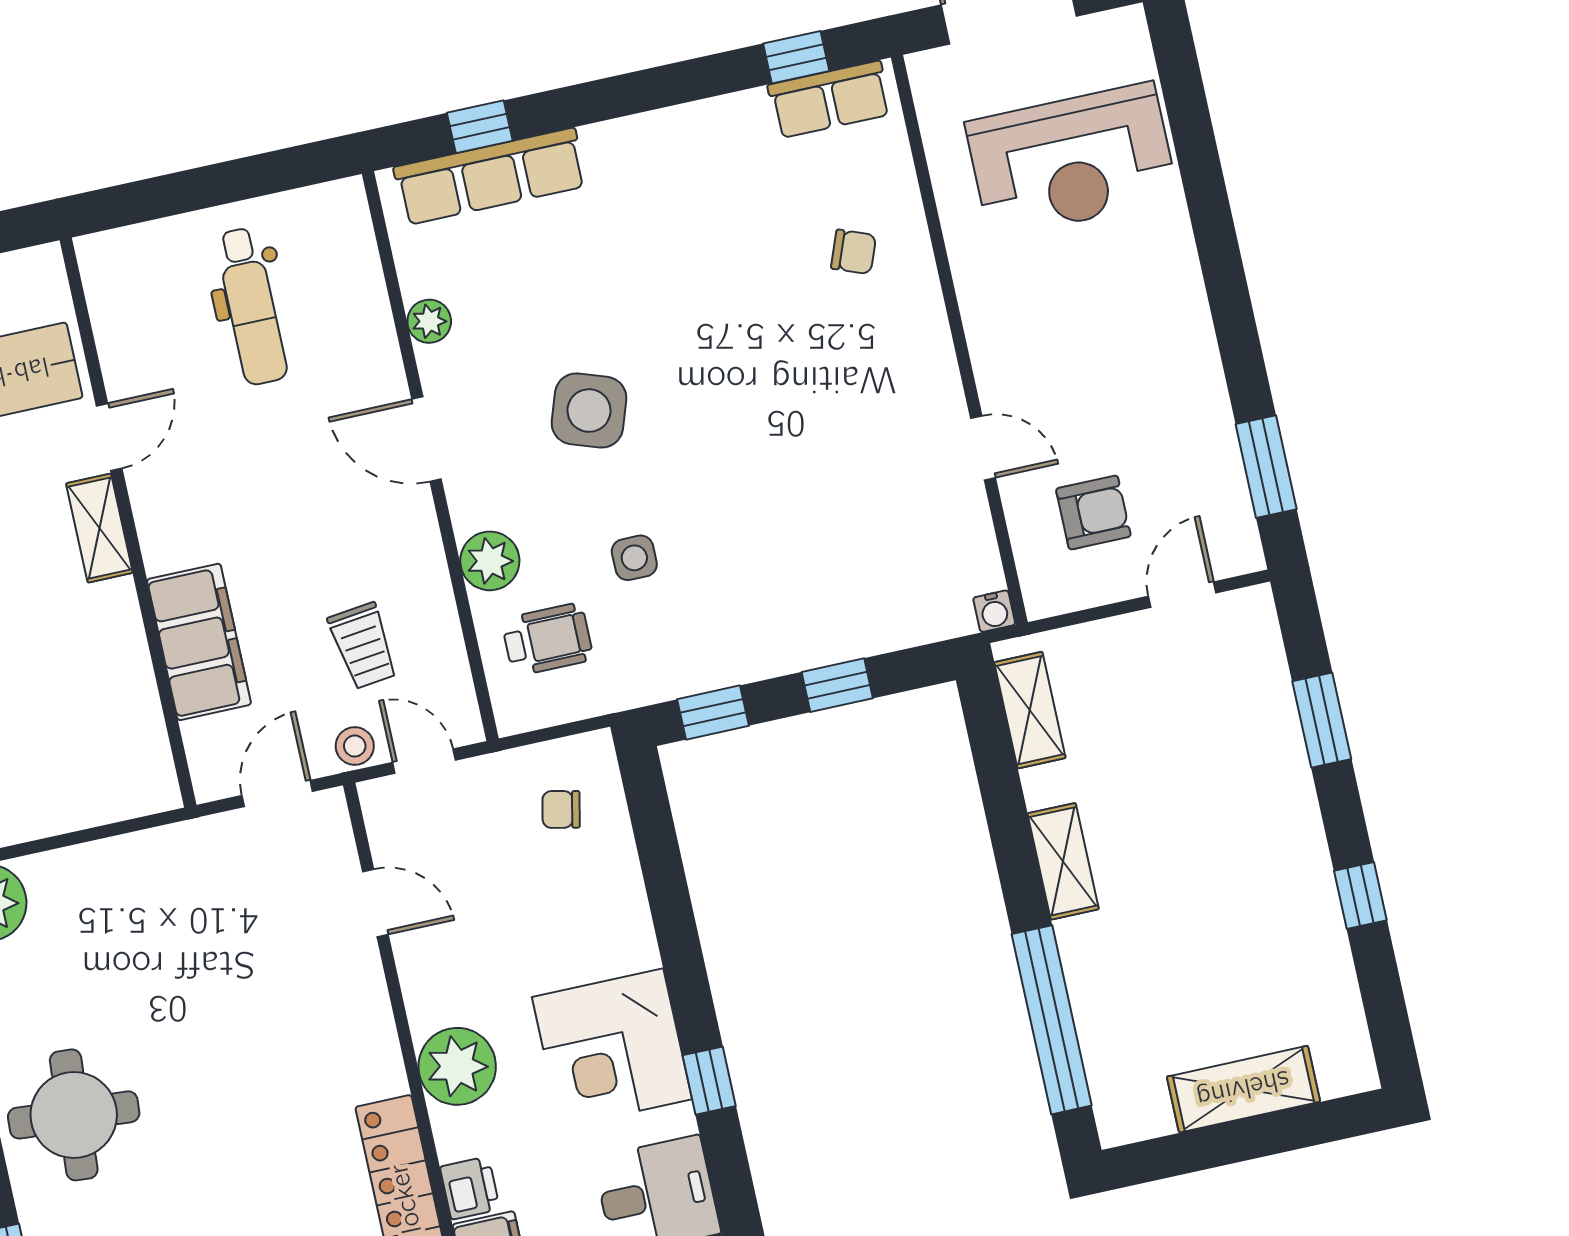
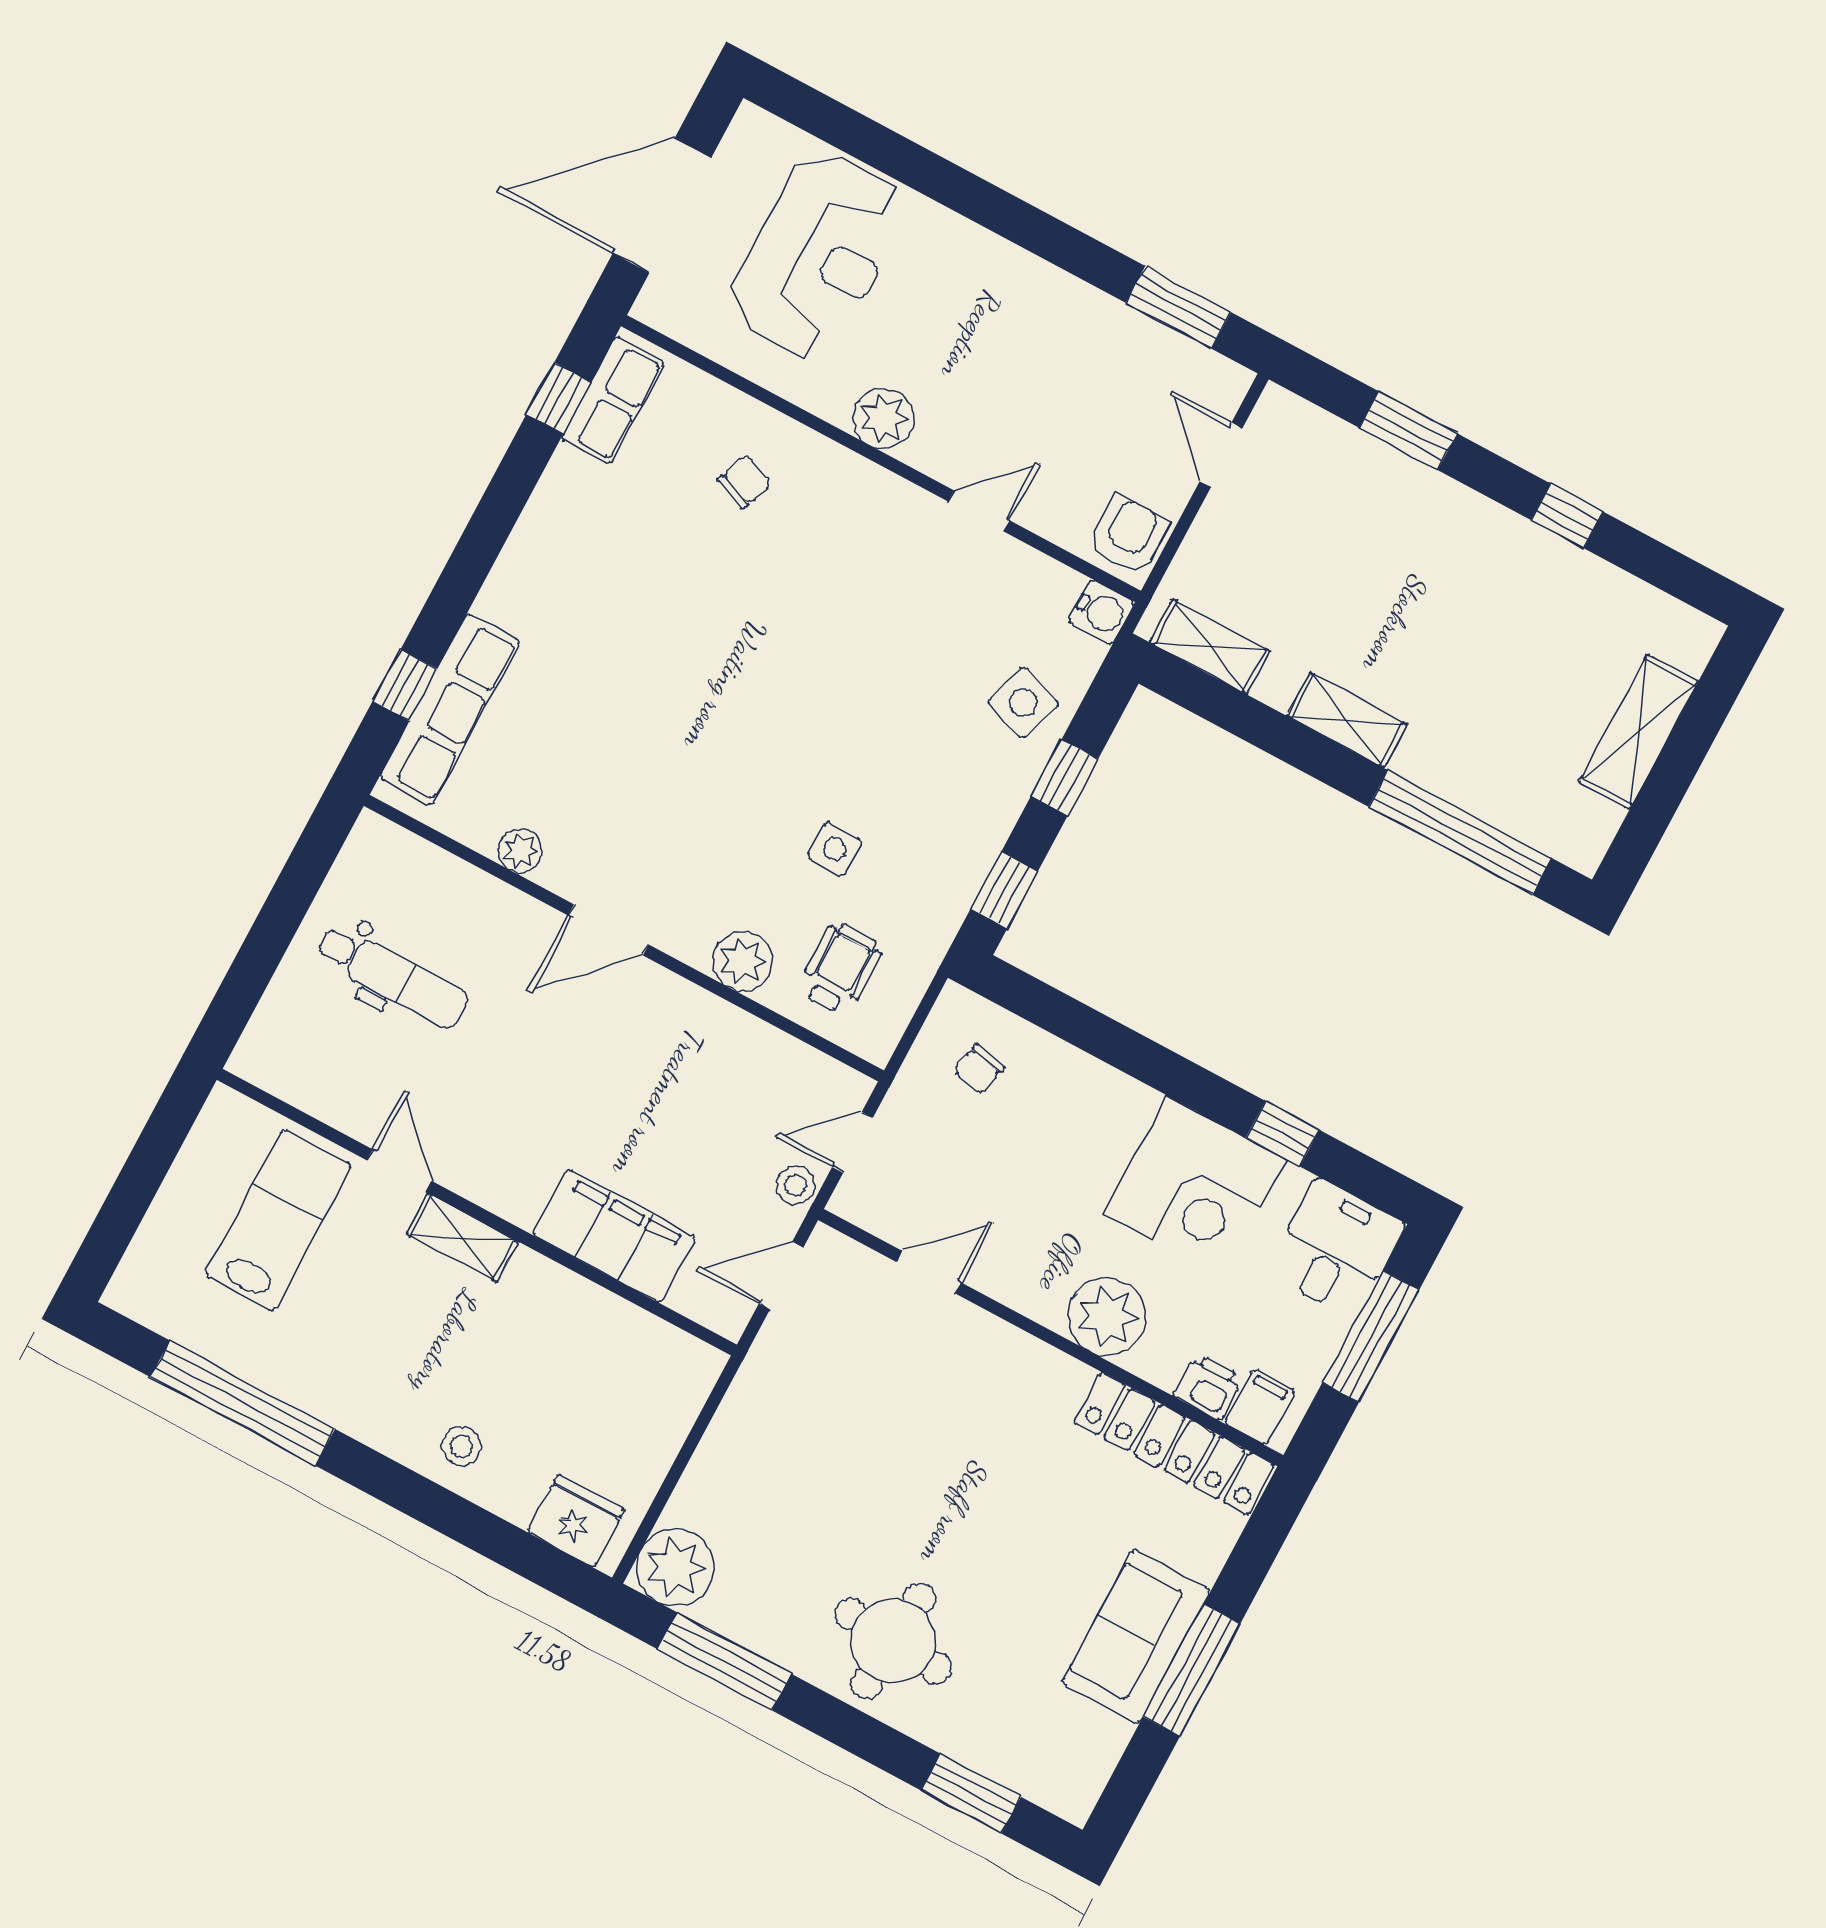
plant: (991, 316) -> (884, 418), added
side table: (589, 411) -> (1023, 703), moved, width x0.73, depth x0.73
armchair: (1093, 513) -> (1128, 535), moved
water cooler: (994, 611) -> (1101, 612), width x1.38, depth x1.38
trolley: (363, 646) -> (725, 1113), removed
door: (277, 793) -> (781, 1275), hinge flipped

